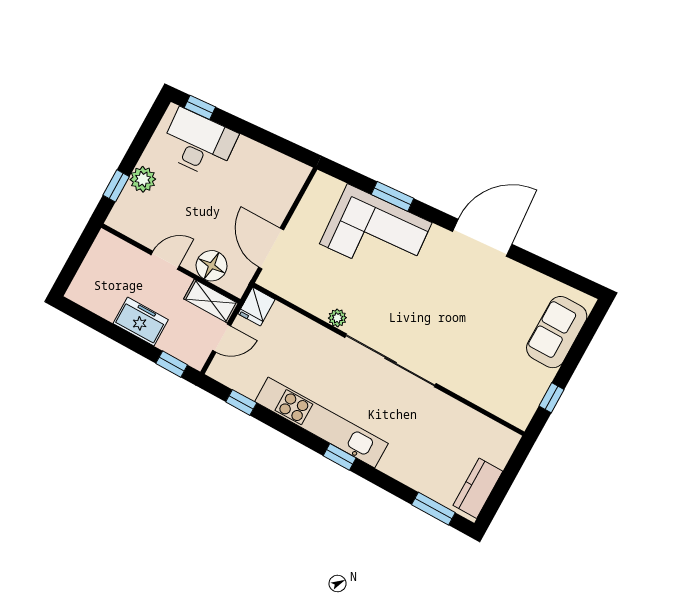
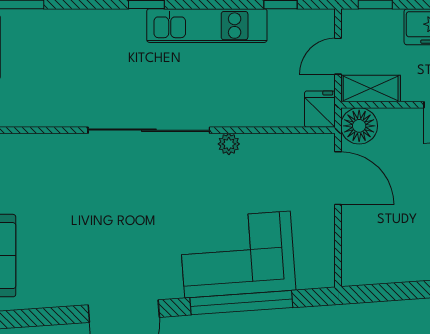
window: (392, 196) -> (241, 303), width x2.11
floor lamp: (212, 266) -> (359, 126), moved
kitchen unit: (321, 422) -> (207, 26), width x0.73

